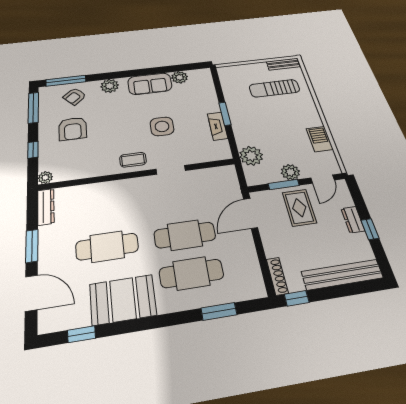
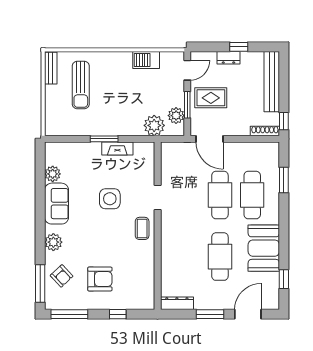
plant: (290, 172) -> (176, 116), moved
plant: (45, 177) -> (148, 304), removed
door: (323, 179) -> (187, 70), hinge flipped

